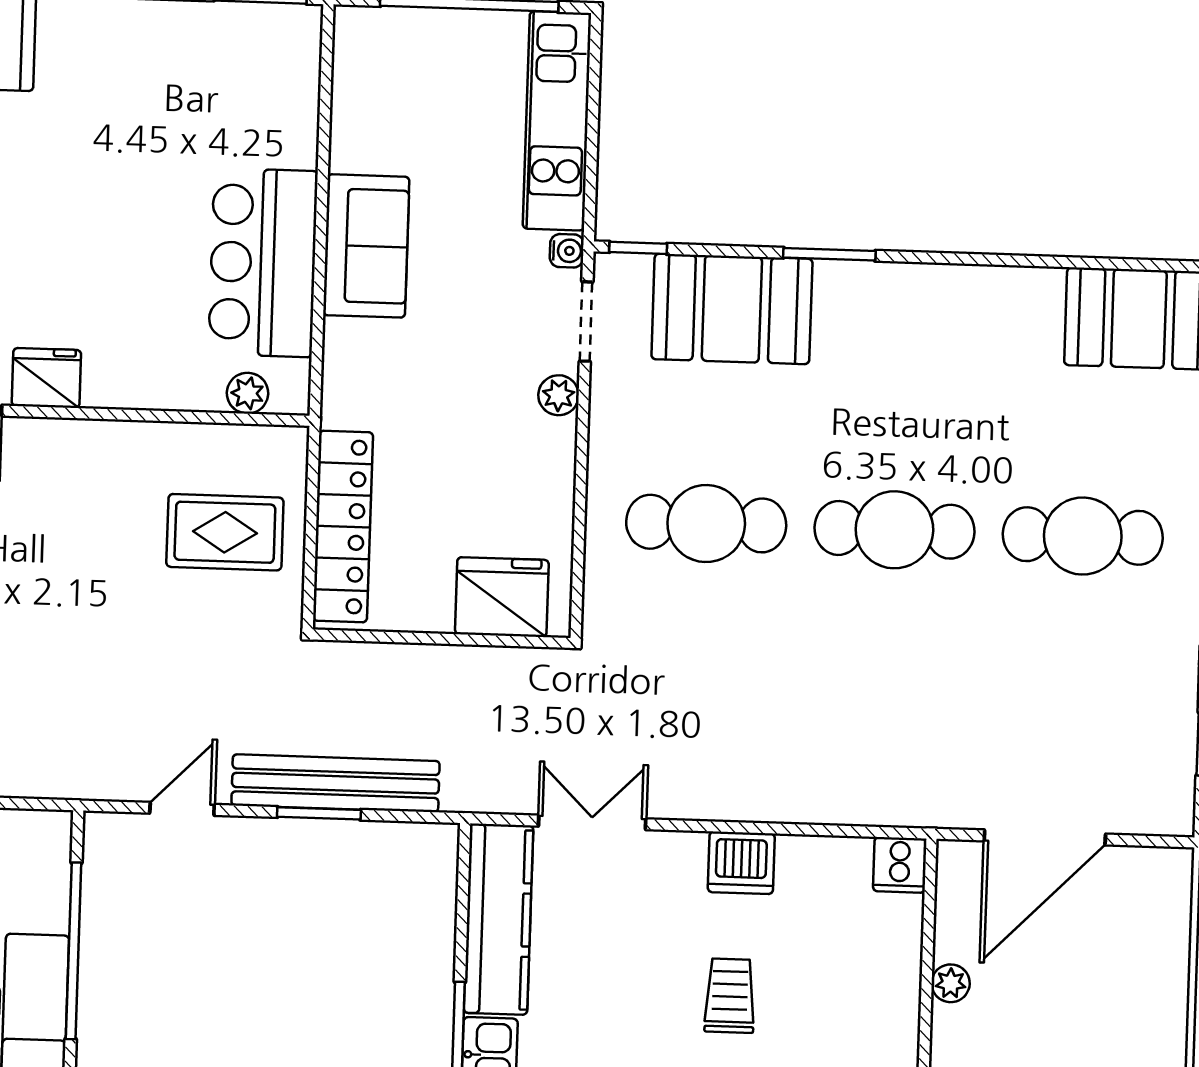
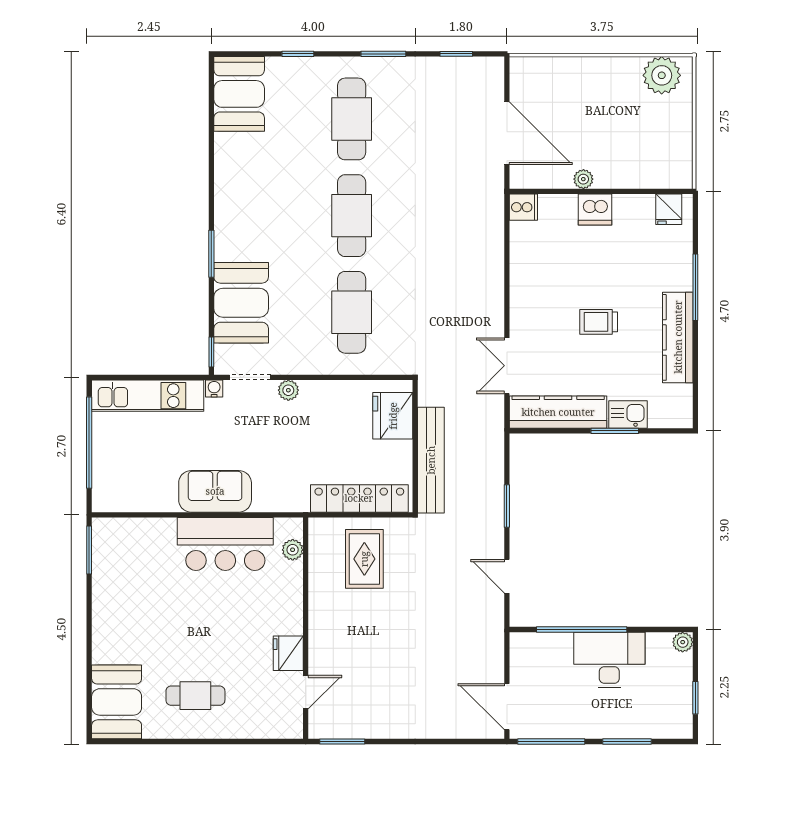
bench: (335, 783) -> (431, 460), moved
dishwasher: (741, 863) -> (595, 210), moved, turned 90
trolley: (730, 996) -> (599, 322), moved

